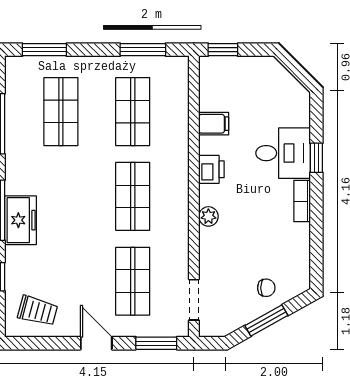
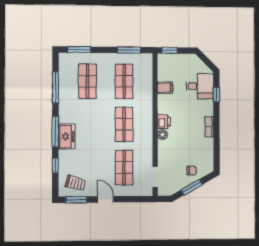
desk: (283, 153) -> (200, 86), moved
window: (316, 158) -> (216, 94), moved
printer: (211, 169) -> (164, 122), moved
window: (156, 343) -> (76, 200), moved

